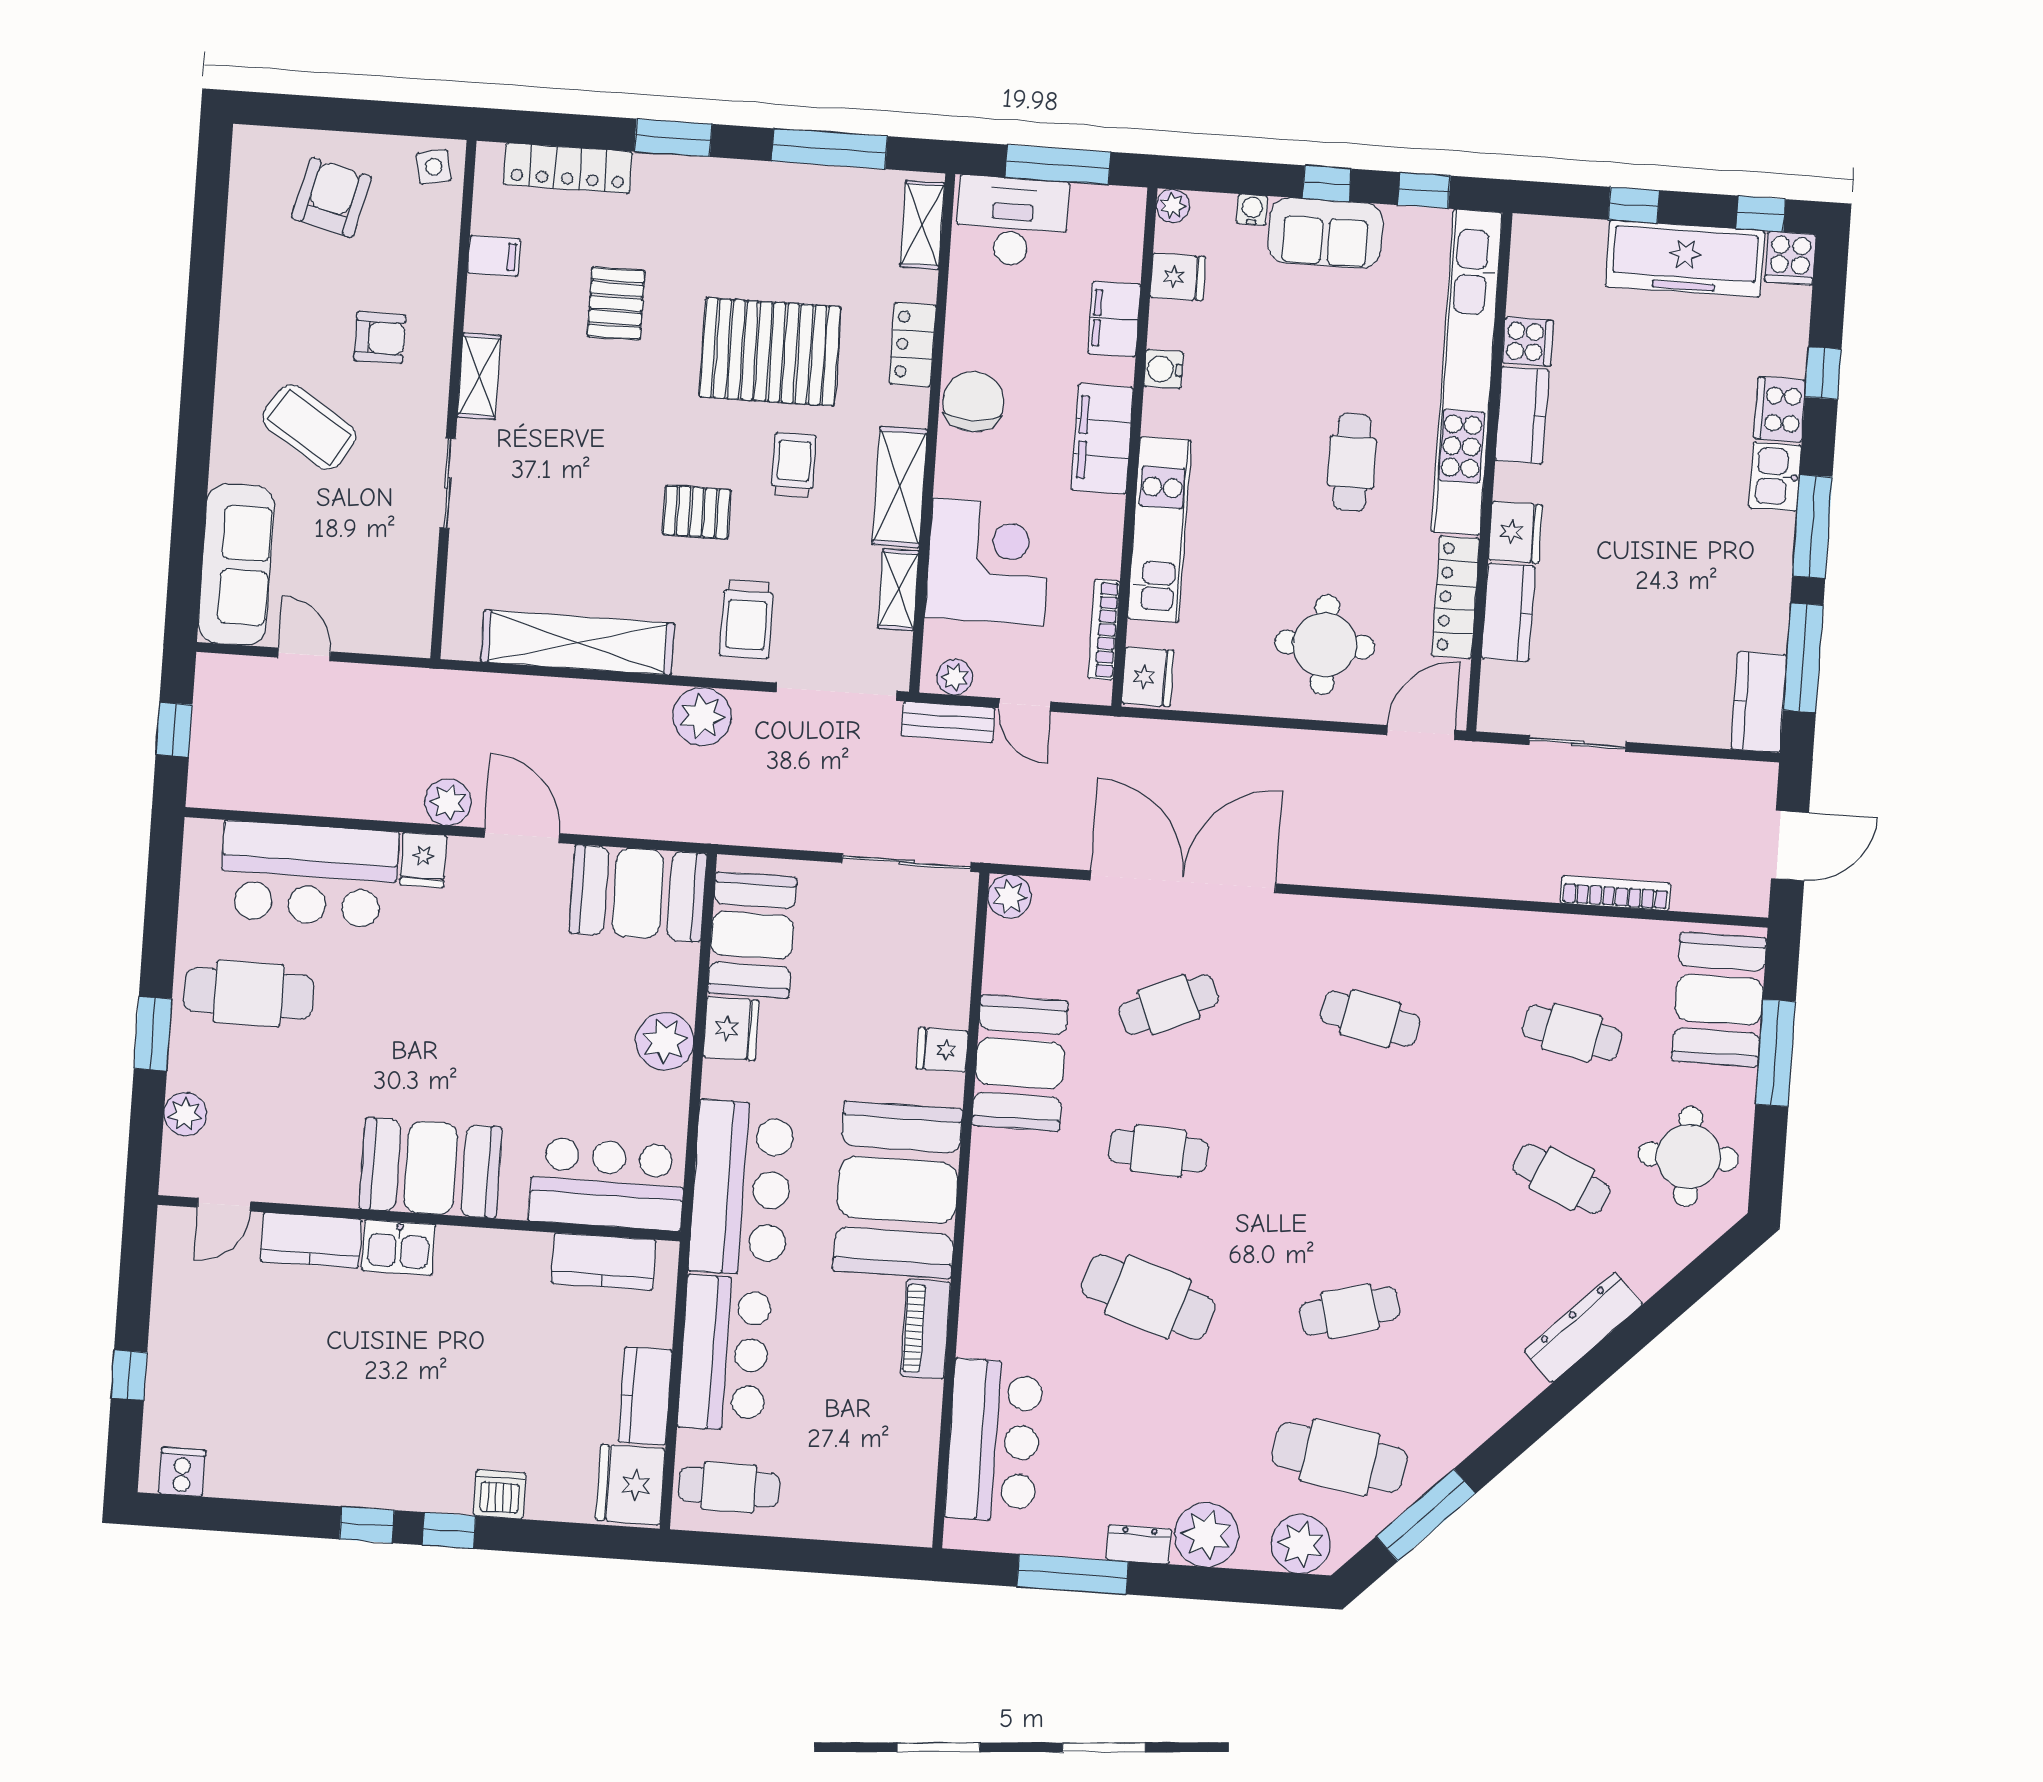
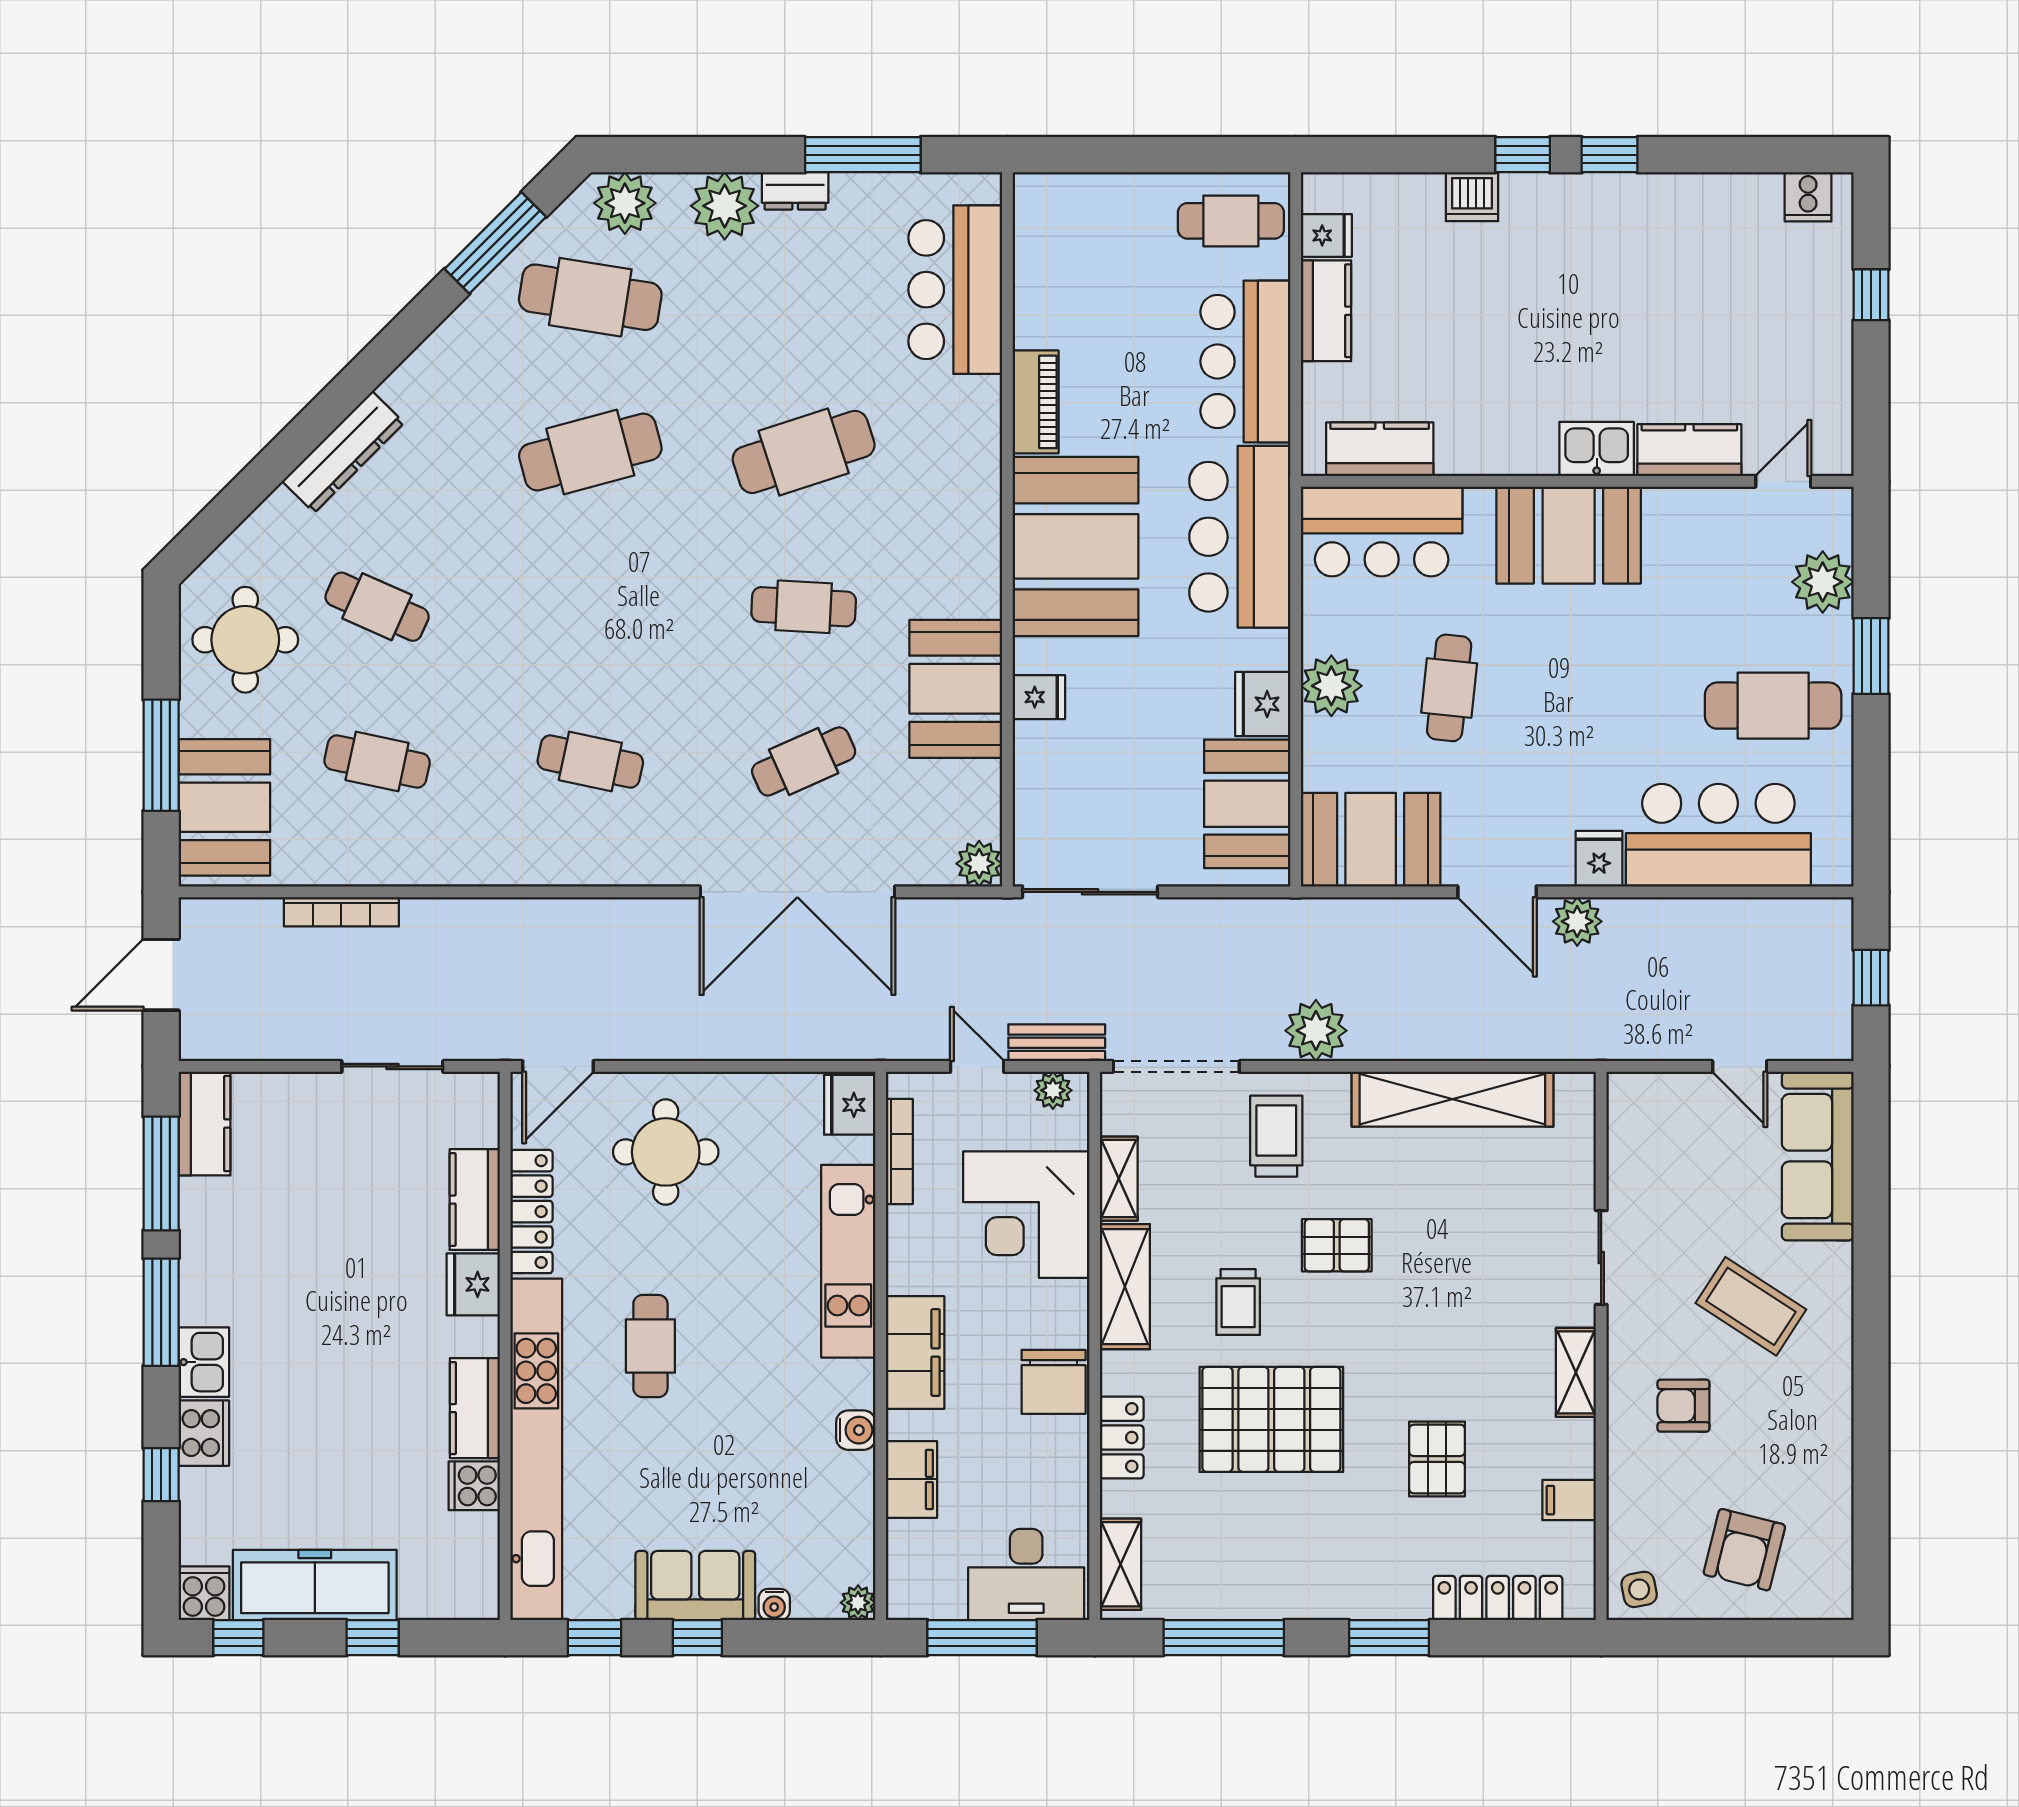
fridge: (1178, 277) -> (847, 1528), removed
cafe table: (554, 1031) -> (1449, 688), added
plant: (185, 1114) -> (1823, 582), width x1.36, depth x1.36
cafe table: (1148, 1297) -> (804, 452), turned -36
cafe table: (1350, 1311) -> (590, 452), width x1.37, depth x1.35
fridge: (630, 1485) -> (1326, 235), width x0.53, depth x0.75

